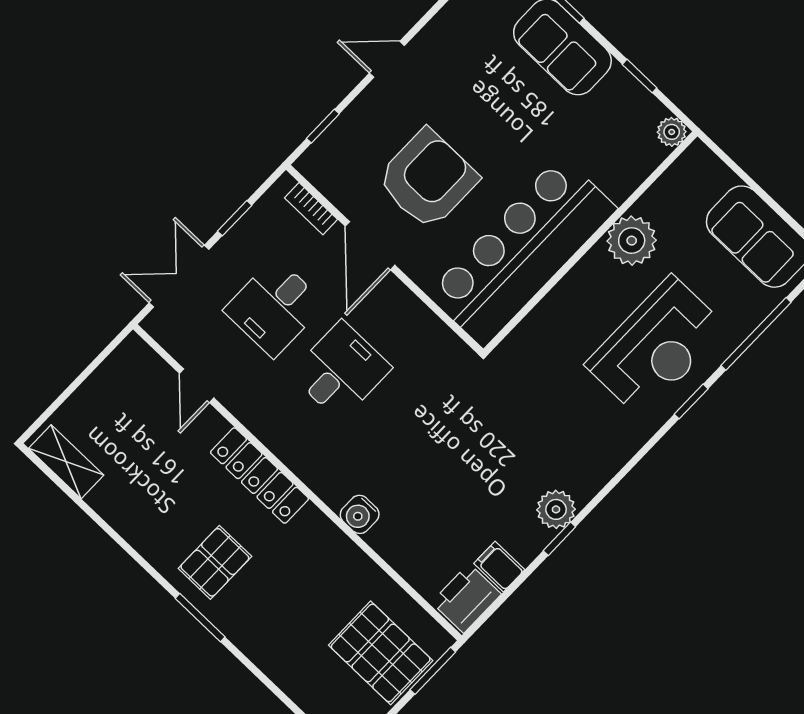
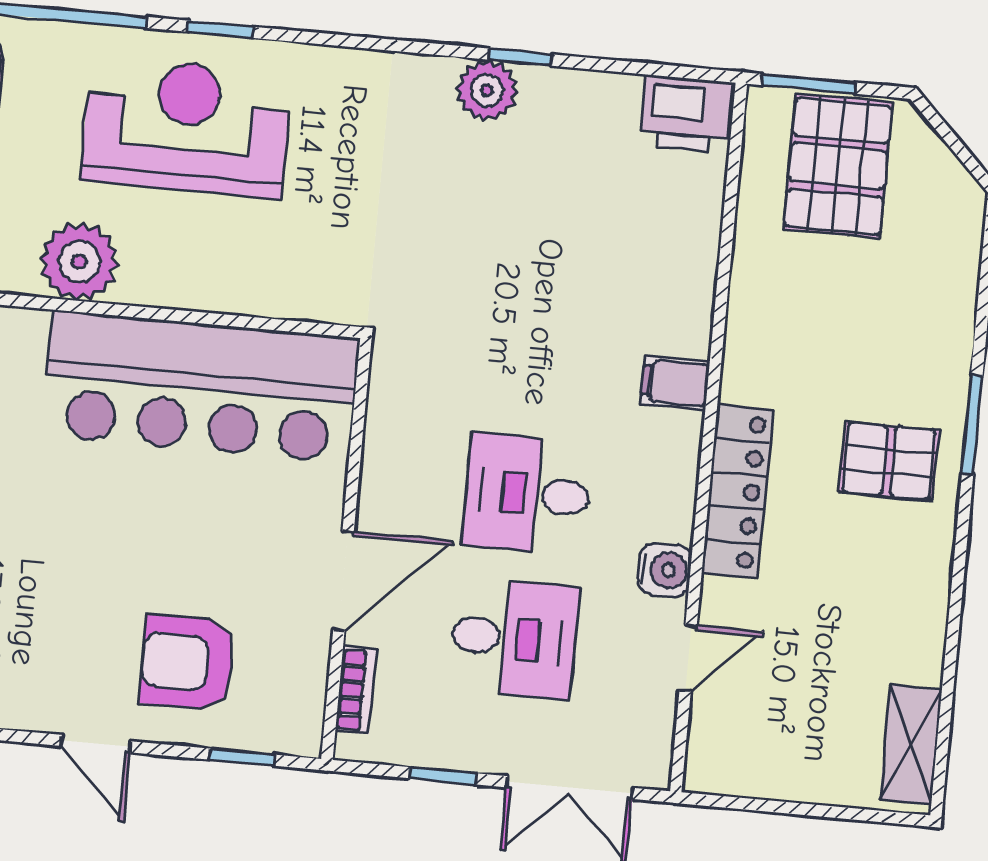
armchair: (428, 179) -> (187, 662), moved, width x0.73, depth x0.73
water cooler: (360, 514) -> (665, 570), moved
filing cabinet: (499, 567) -> (675, 383), moved, turned 90

